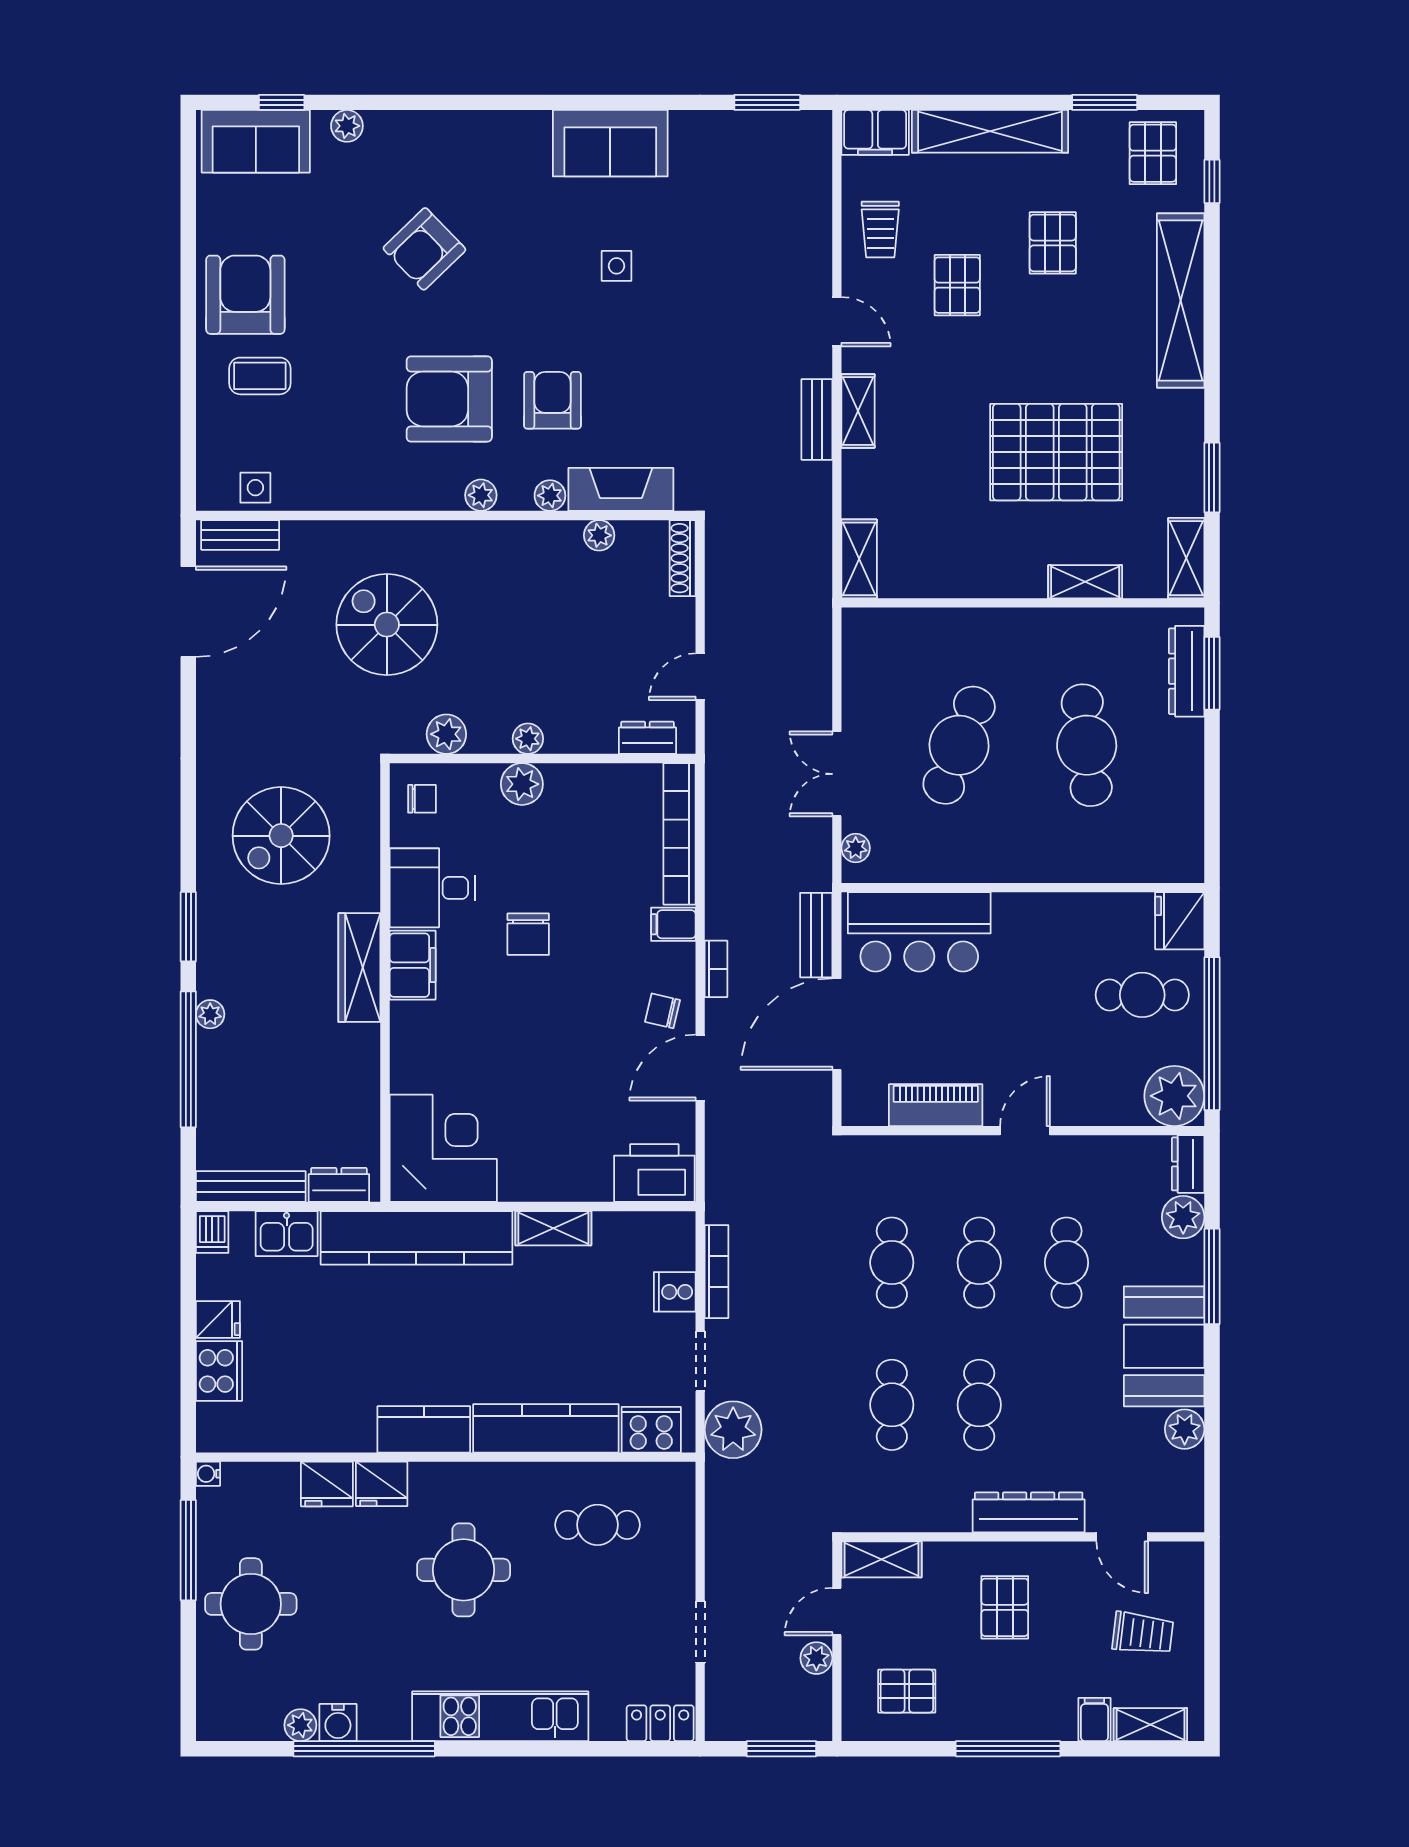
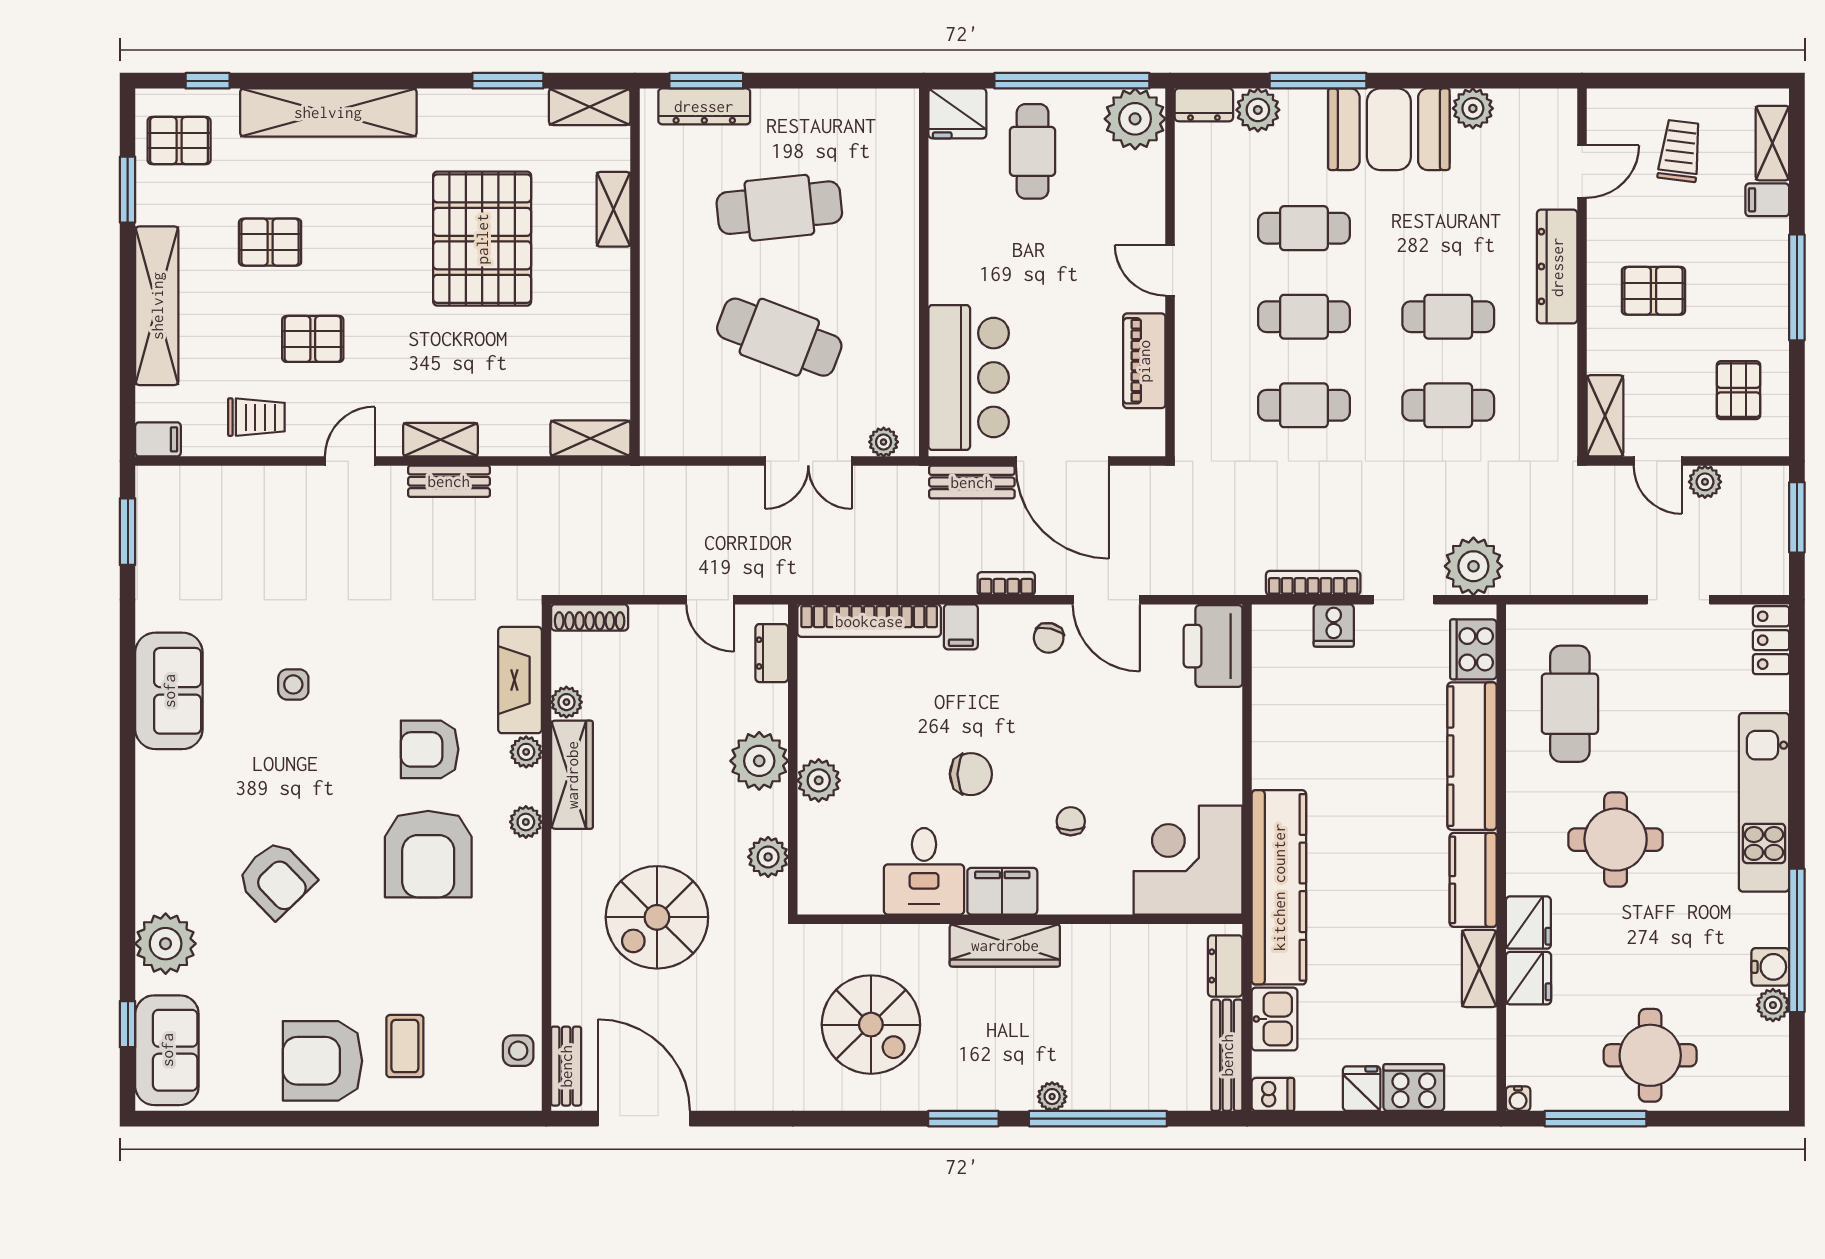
plant: (347, 126) -> (166, 944), width x1.87, depth x1.87
filing cabinet: (875, 132) -> (158, 439), width x0.50
wardrobe: (528, 541) -> (572, 775), added
plant: (528, 739) -> (759, 761), width x1.88, depth x1.88
chair: (422, 799) -> (1071, 821), moved
shelving: (553, 1228) -> (1479, 968), moved
cafe table: (597, 1525) -> (1570, 704), width x1.37, depth x1.35

